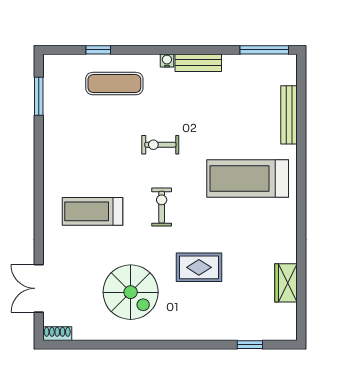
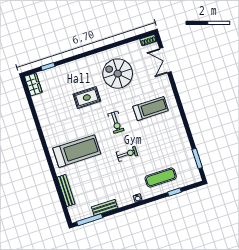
bench: (198, 63) -> (105, 207), moved
wardrobe: (286, 283) -> (33, 84), moved
double door: (39, 288) -> (165, 60), swing flipped

